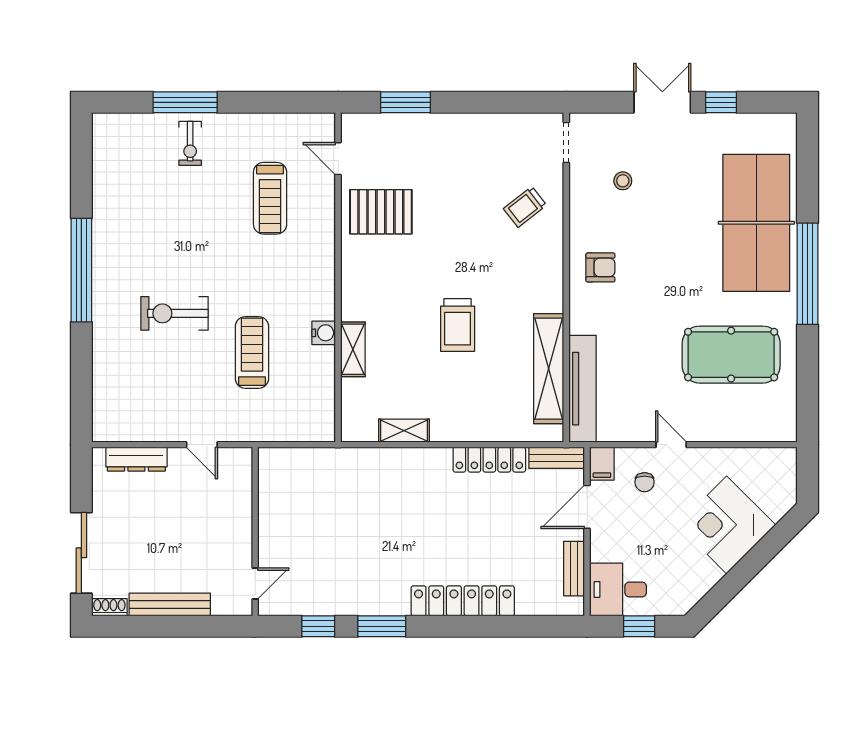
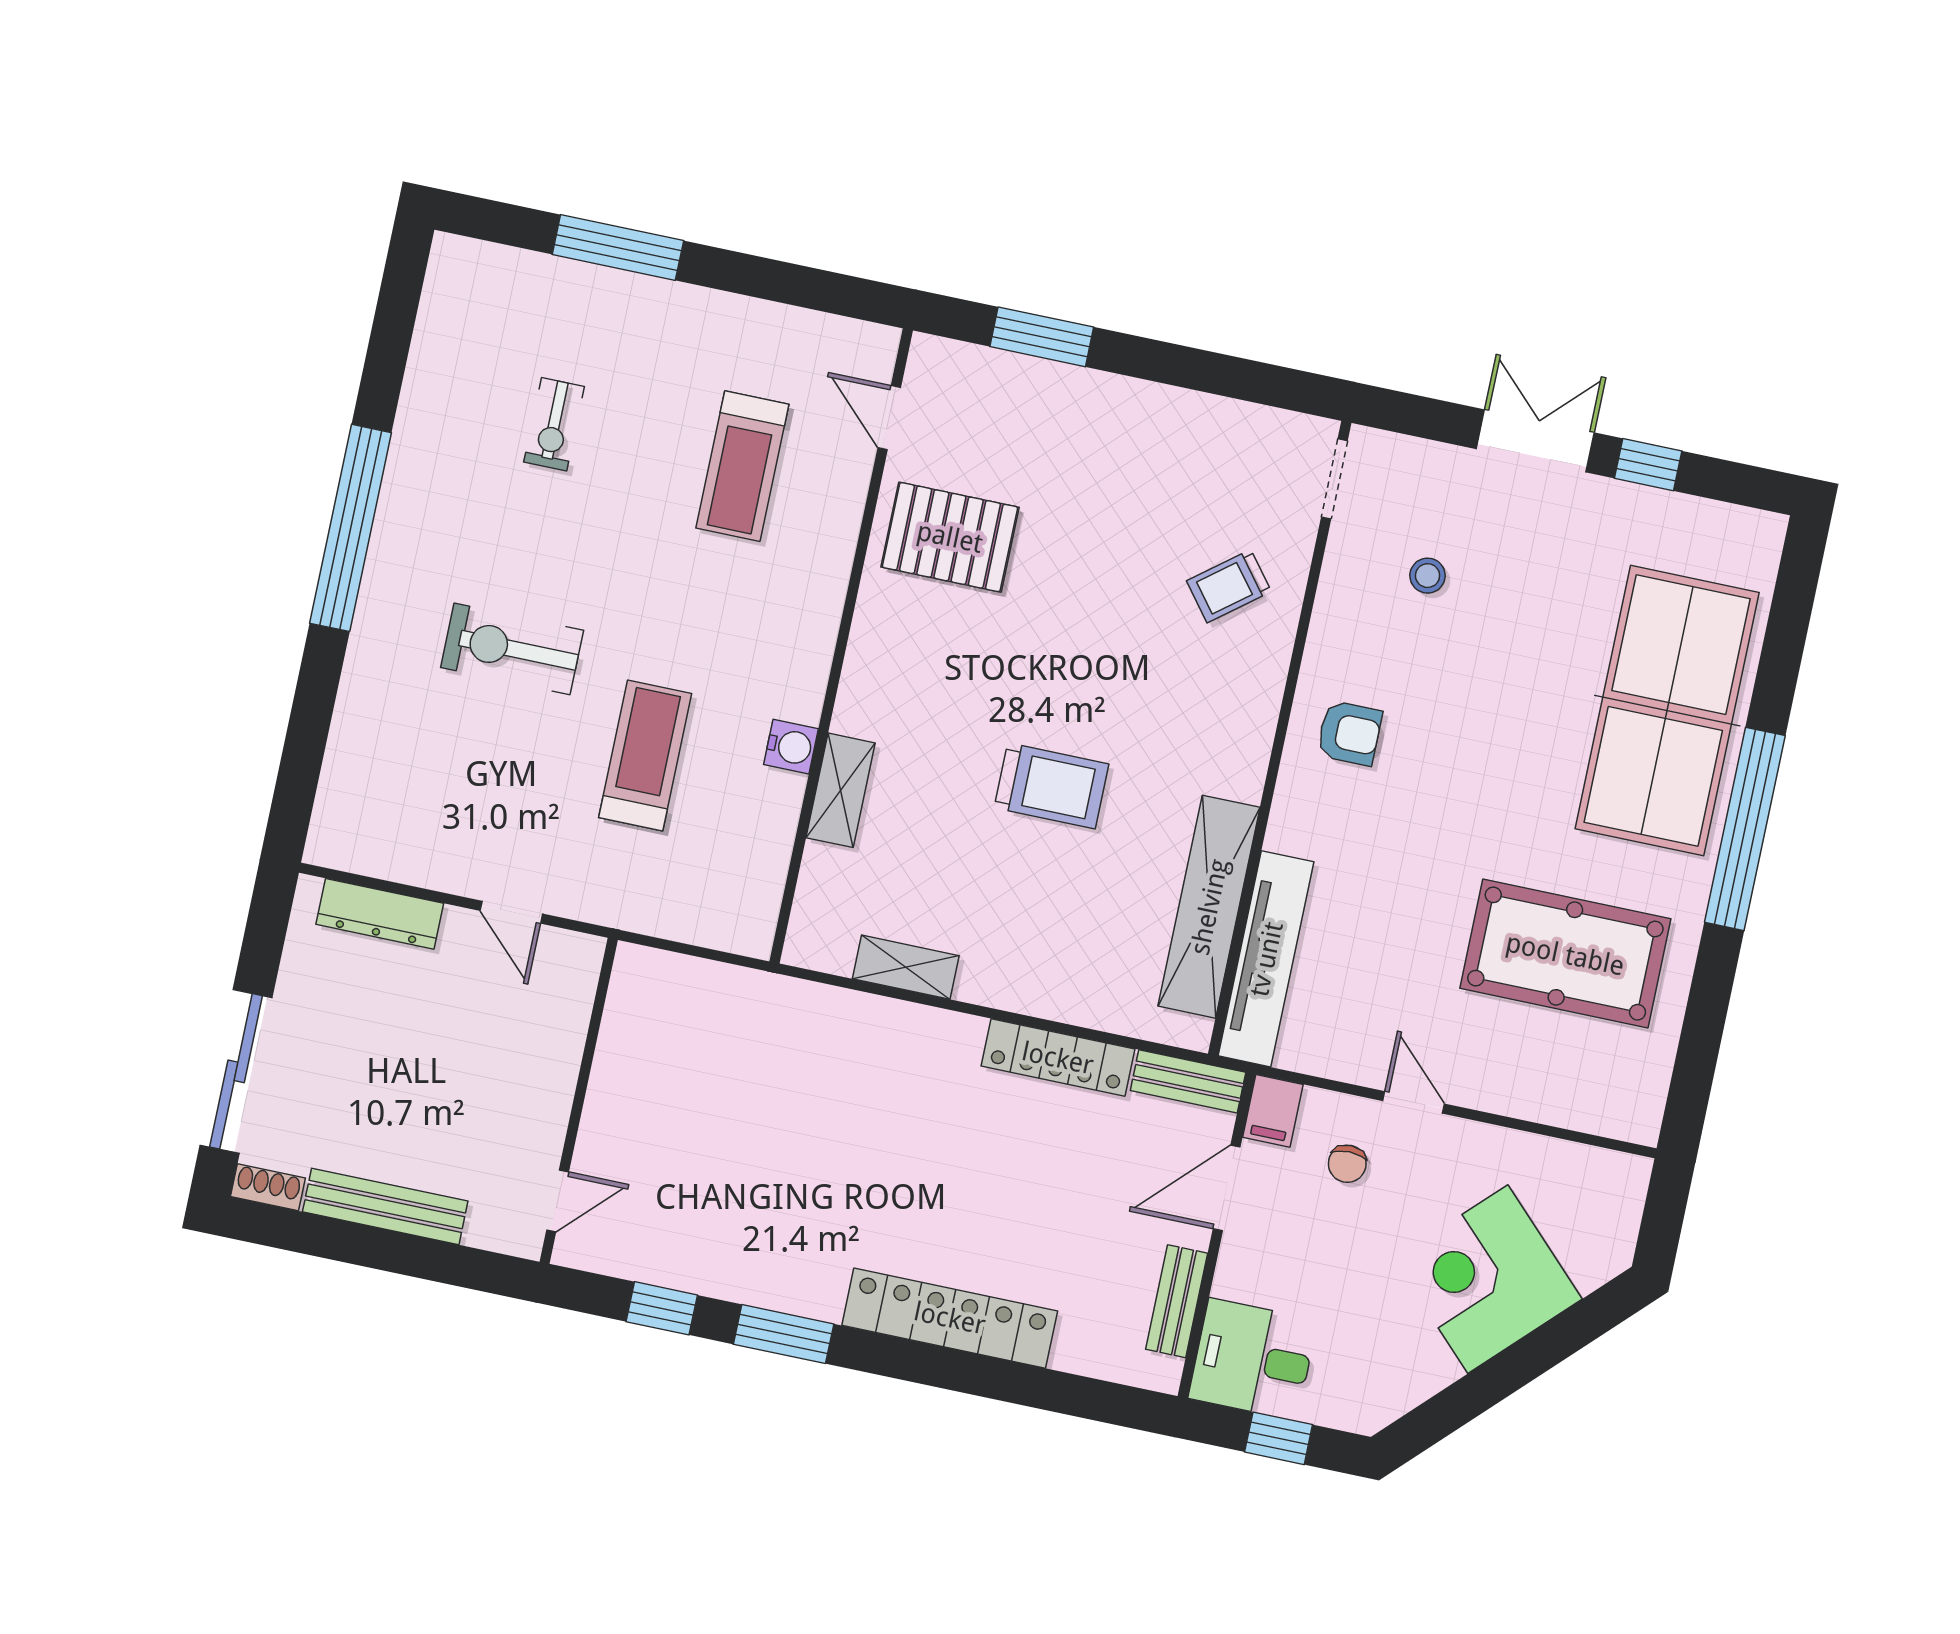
exercise bike: (190, 143) -> (554, 424), moved
trolley: (458, 325) -> (1051, 786), turned -90

